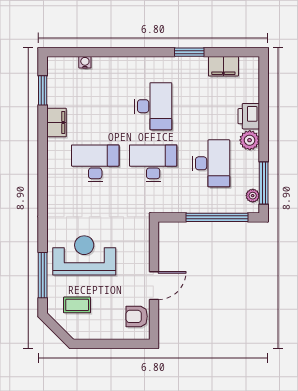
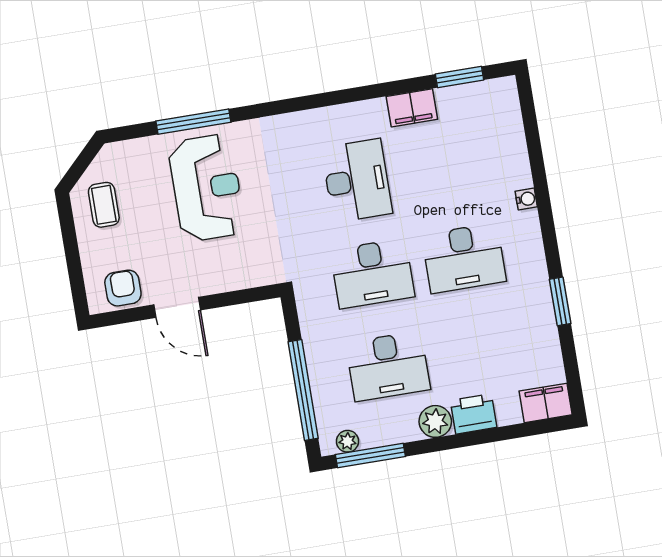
water cooler: (85, 62) -> (526, 199), moved
filing cabinet: (223, 66) -> (546, 403), moved, turned 90
desk: (153, 163) -> (372, 273), turned 90
window: (43, 275) -> (193, 122), moved
coffee table: (77, 305) -> (104, 205), moved

